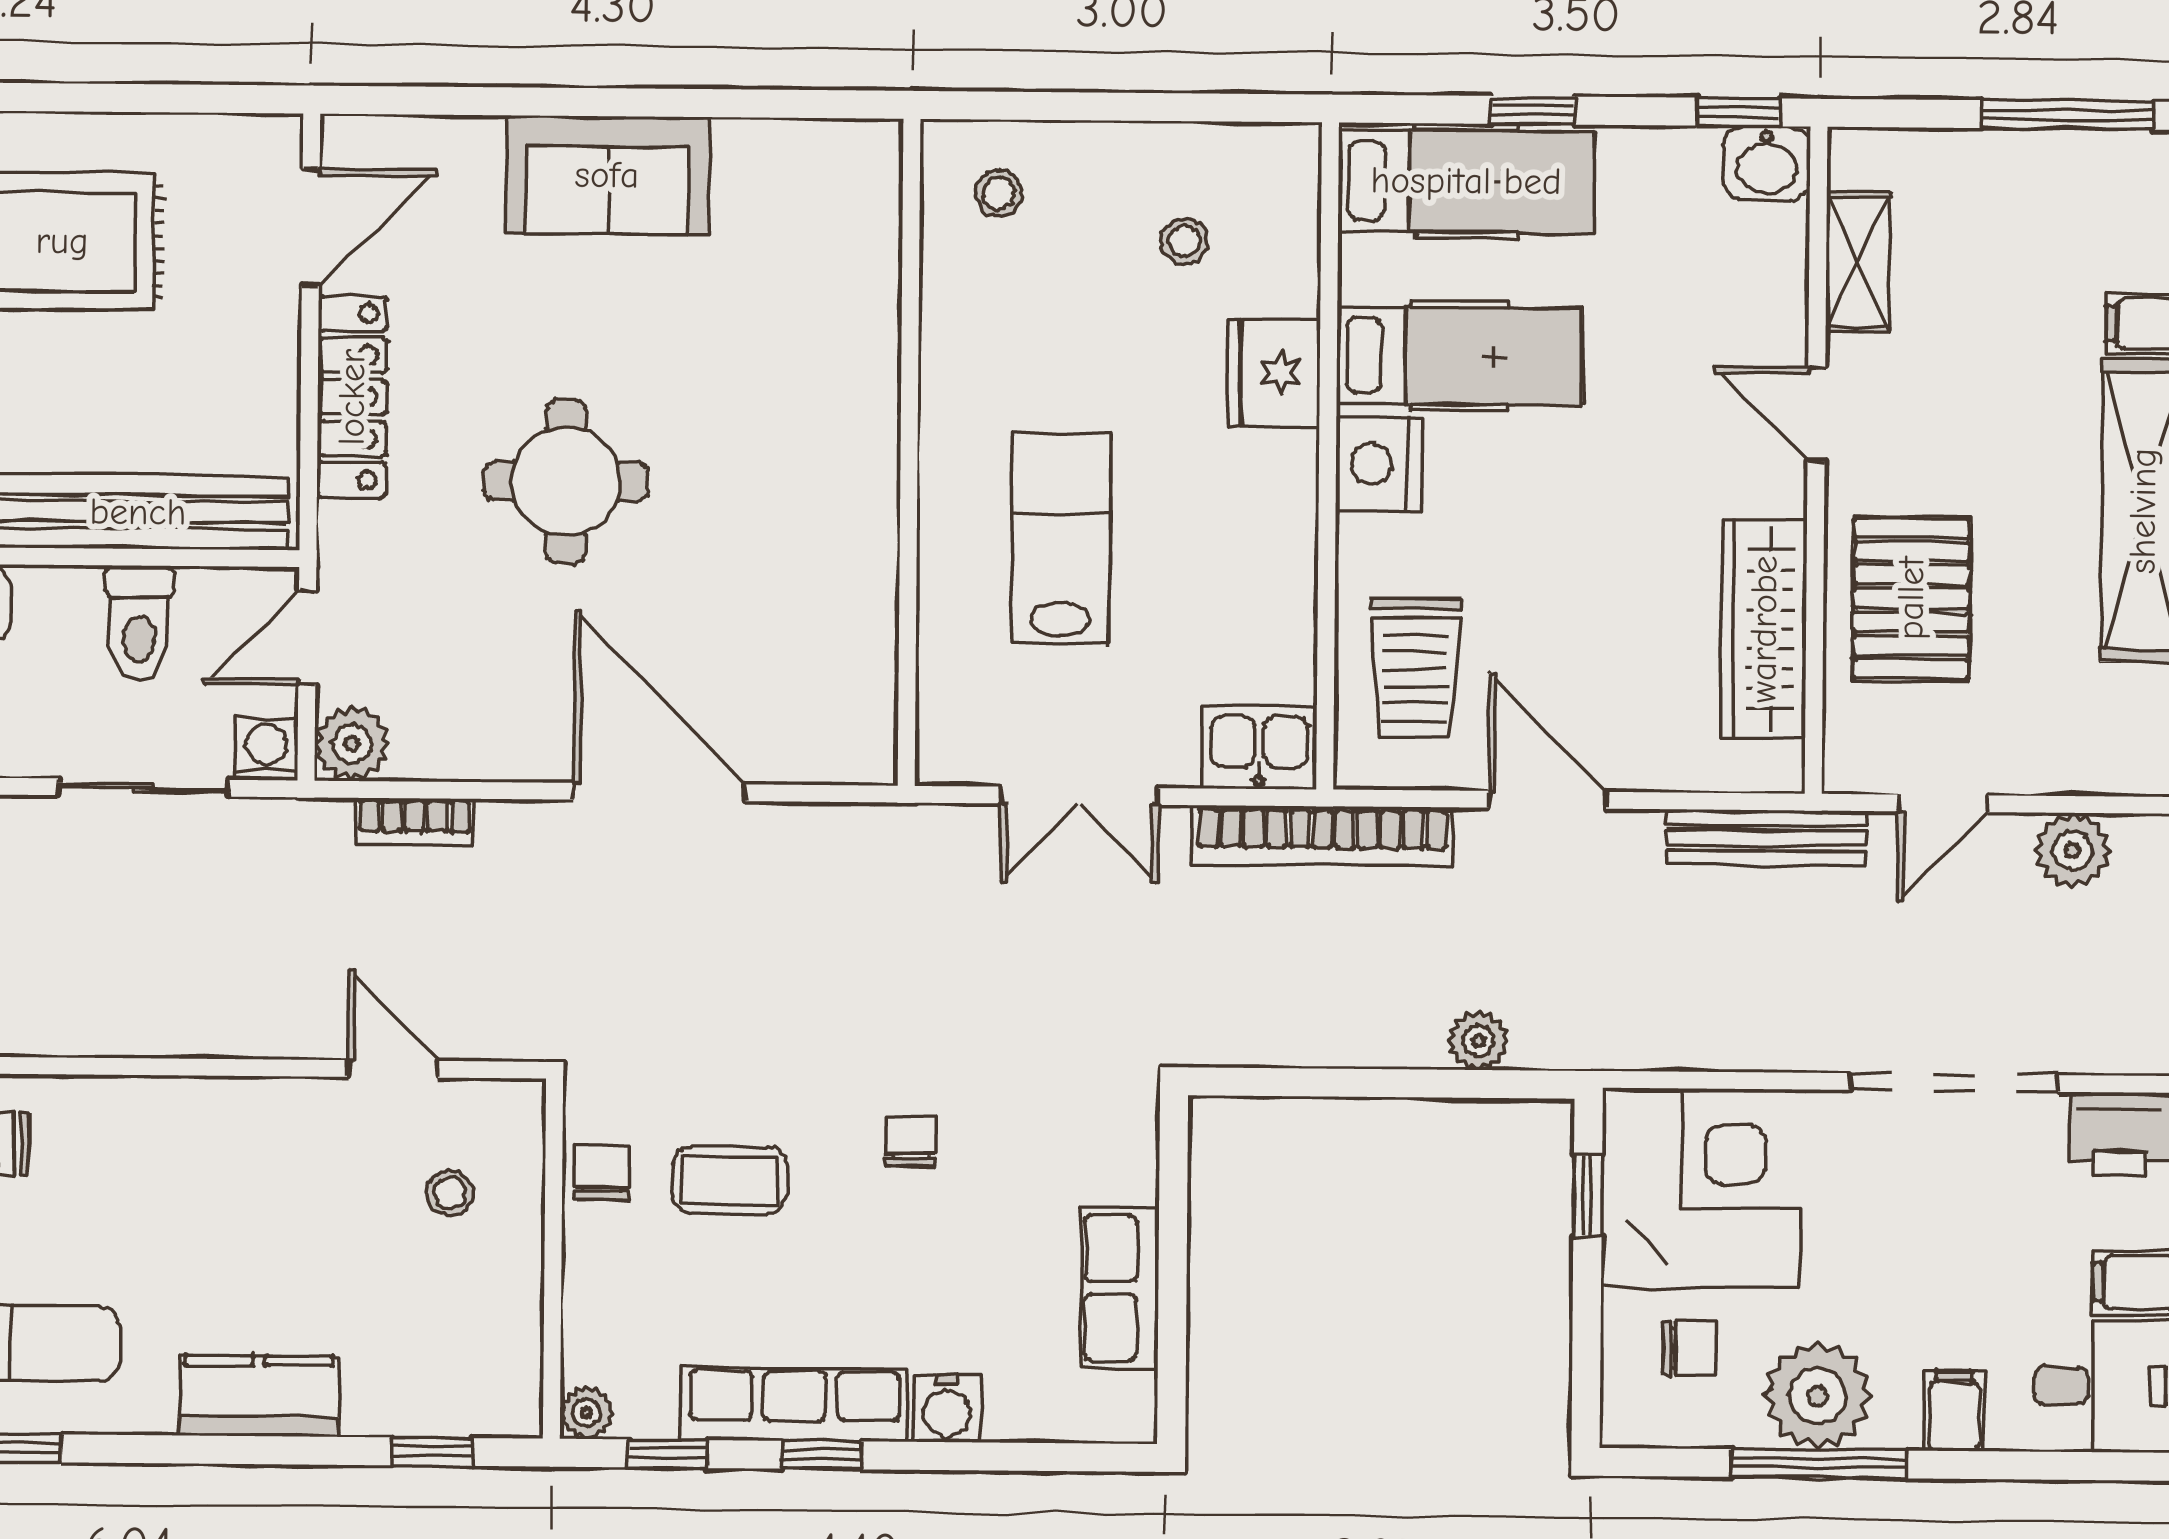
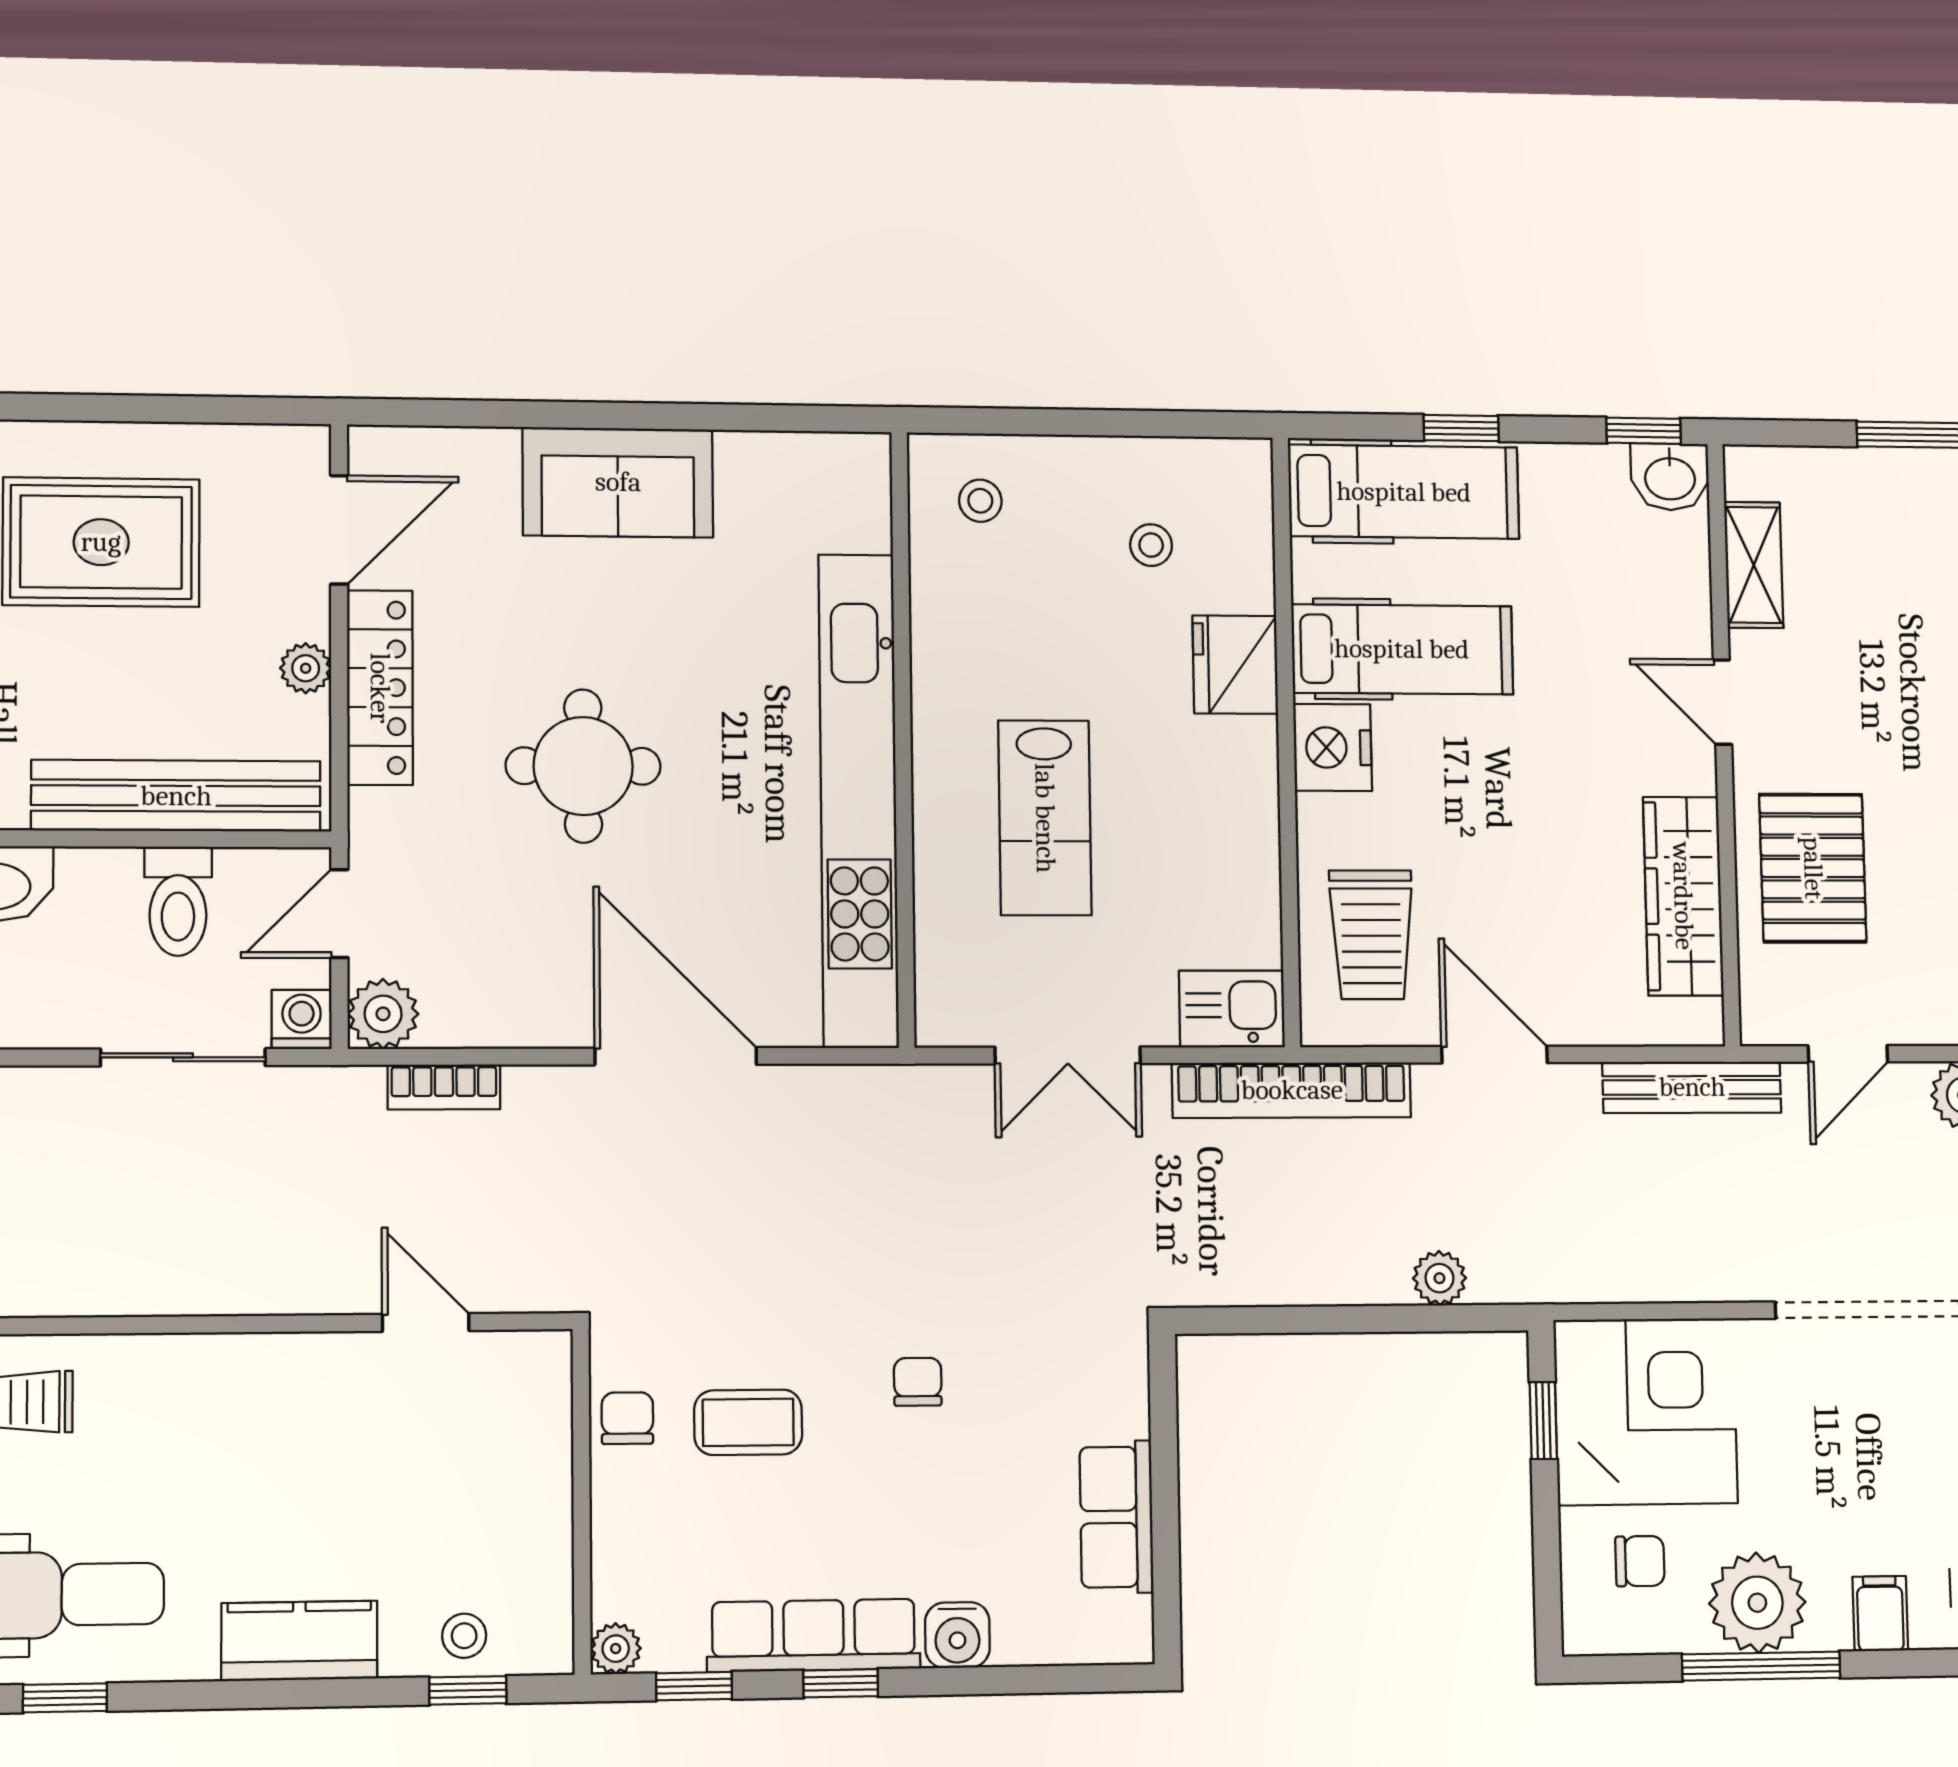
plant: (274, 376) -> (306, 668), added
kitchen unit: (860, 519) -> (858, 800), added
lab bench: (1061, 539) -> (1045, 818), turned 180
stool: (450, 1194) -> (464, 1636), moved

